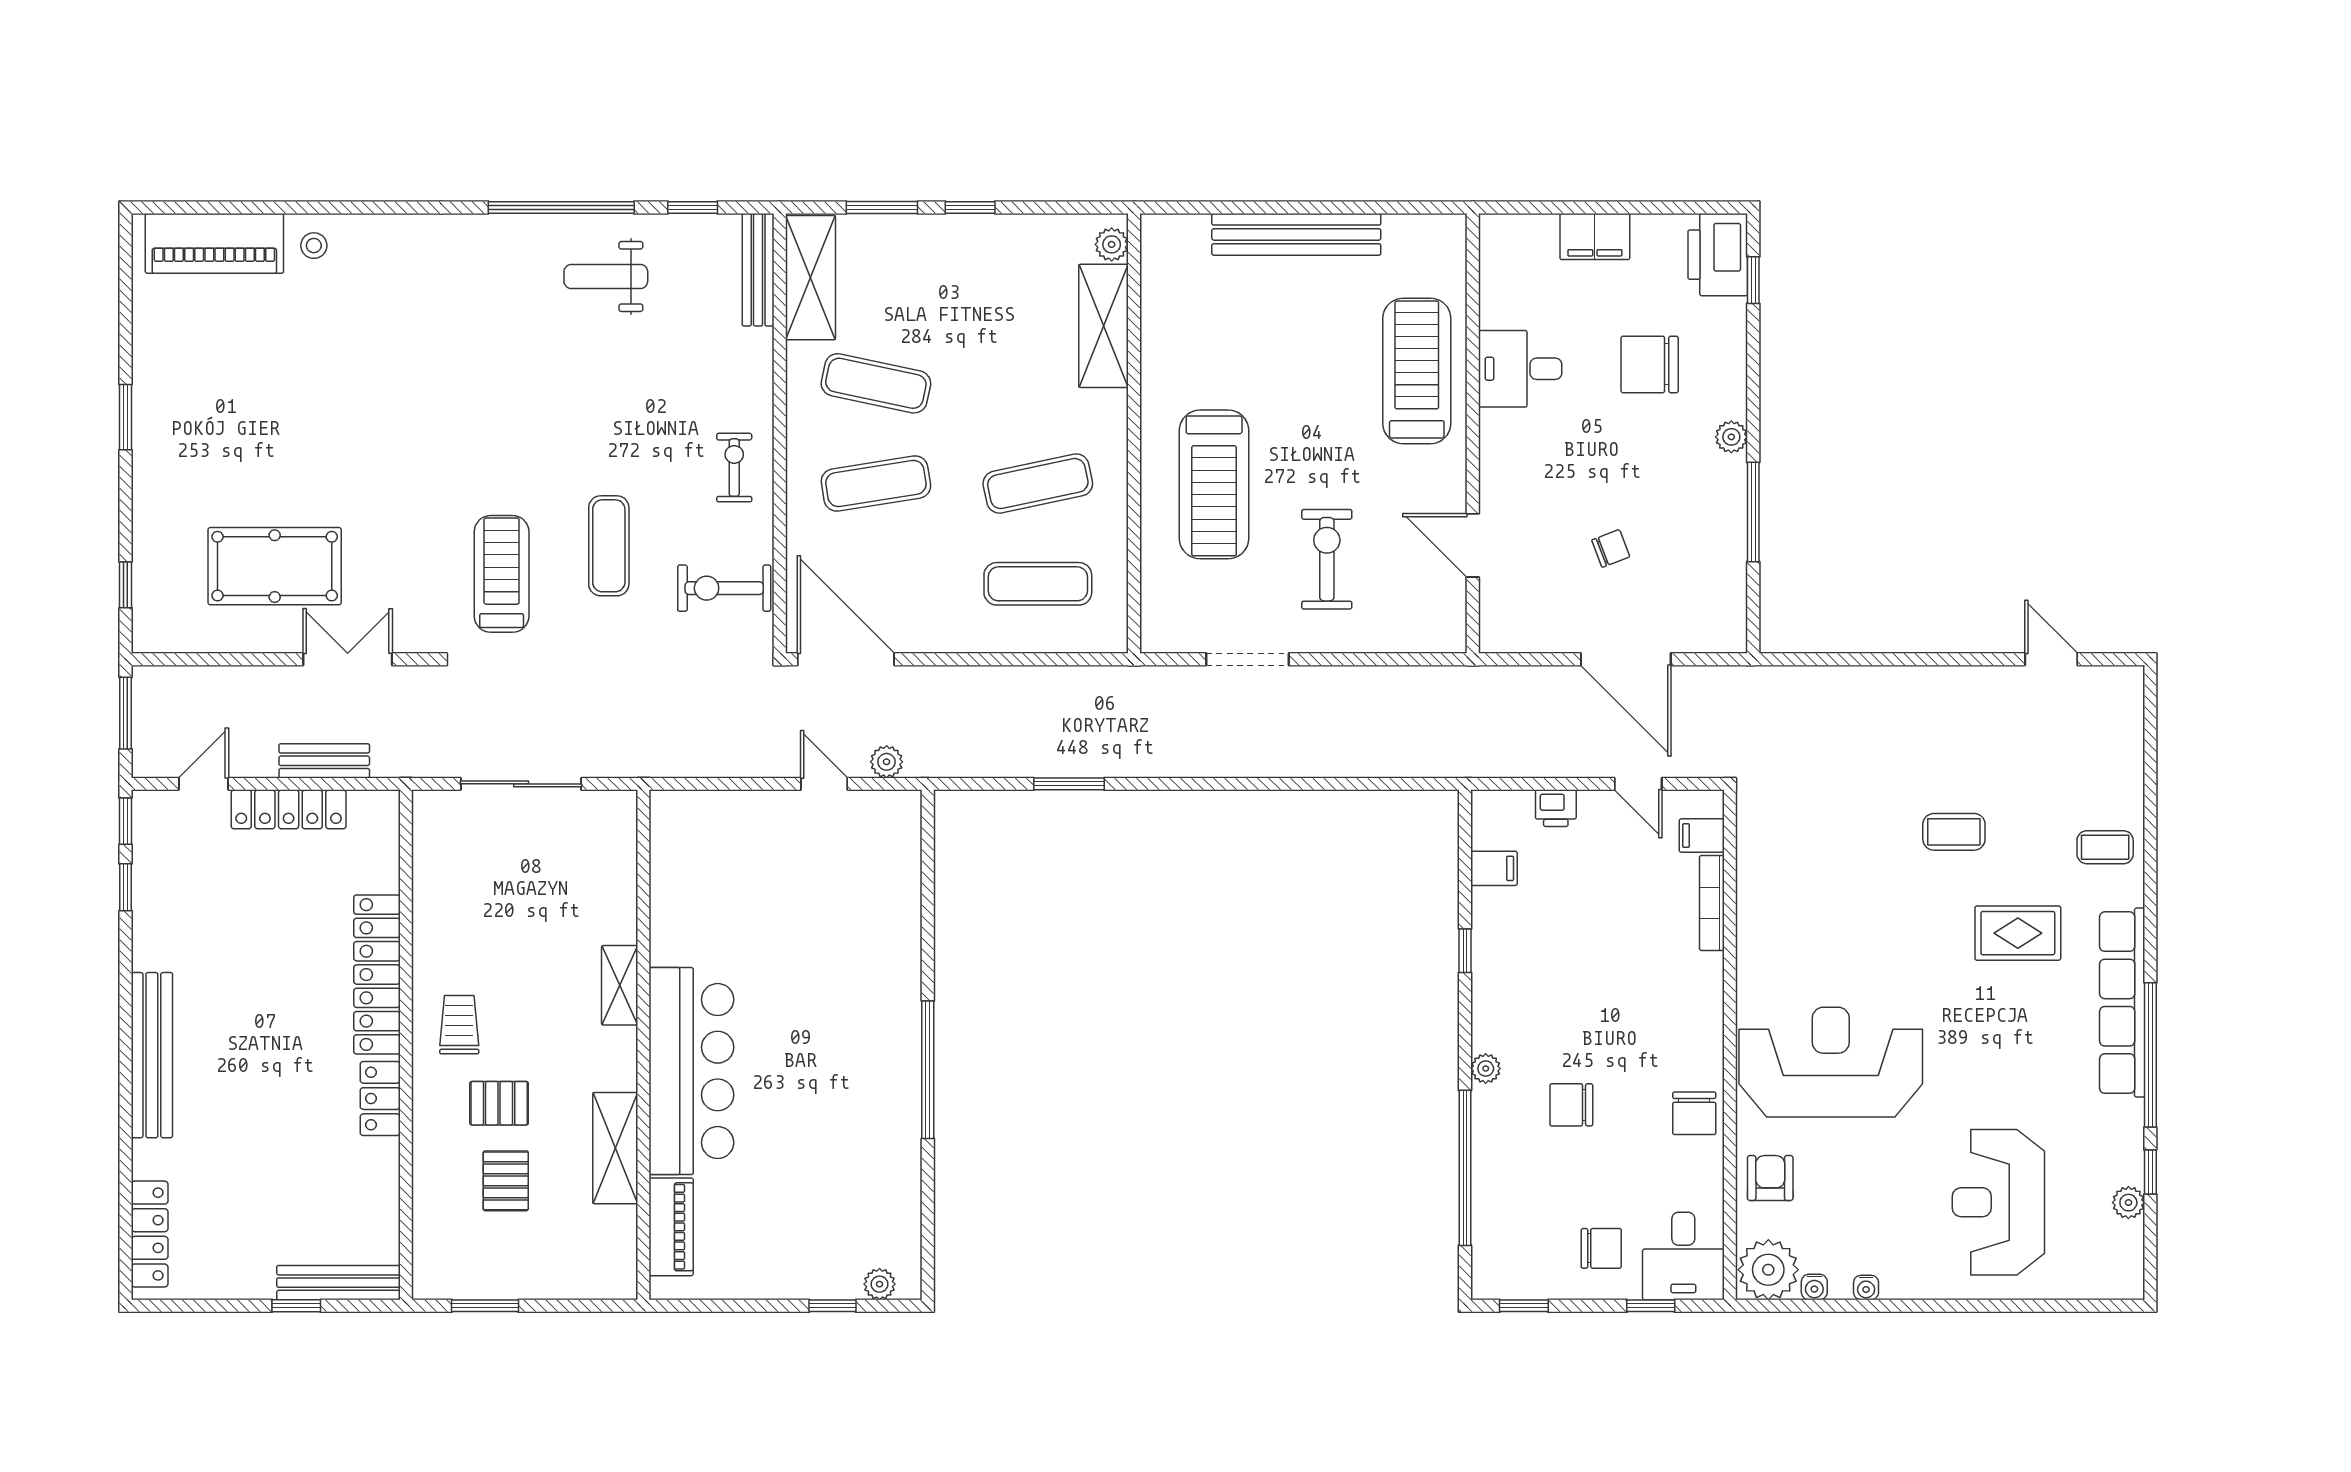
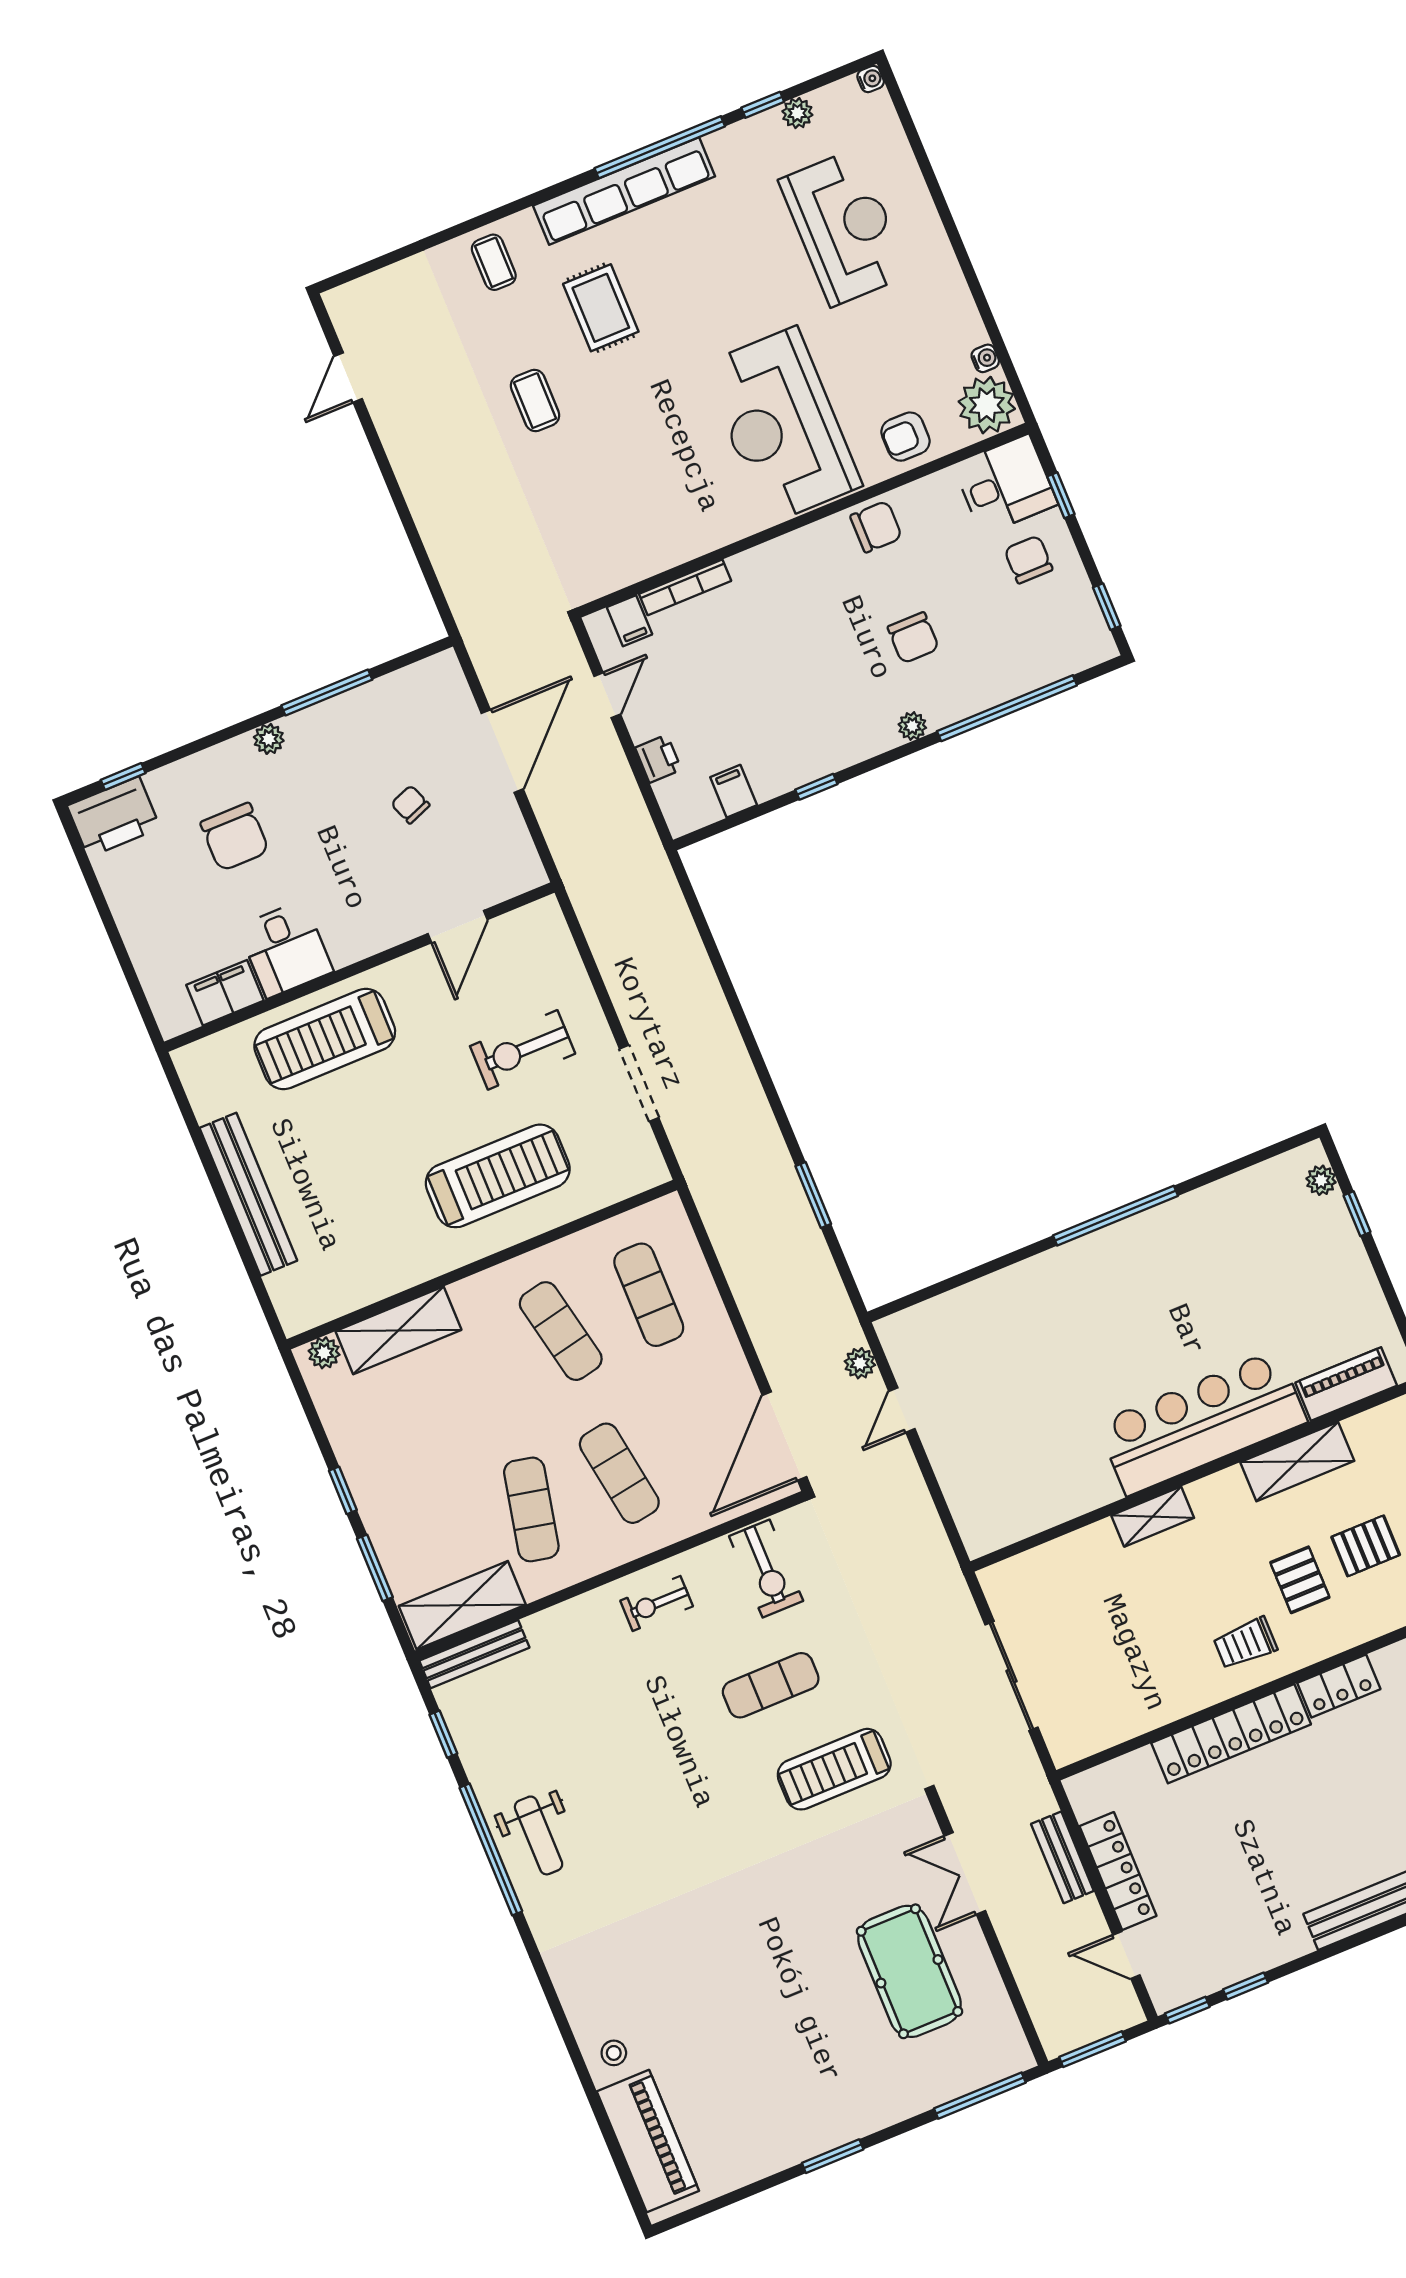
filing cabinet: (1595, 237) -> (225, 993), moved, turned -90
weight bench: (606, 276) -> (539, 1835), moved
window: (125, 585) -> (980, 2096), width x2.17
reception desk: (1998, 1202) -> (844, 227), turned -90
water cooler: (1866, 1288) -> (871, 79), moved

